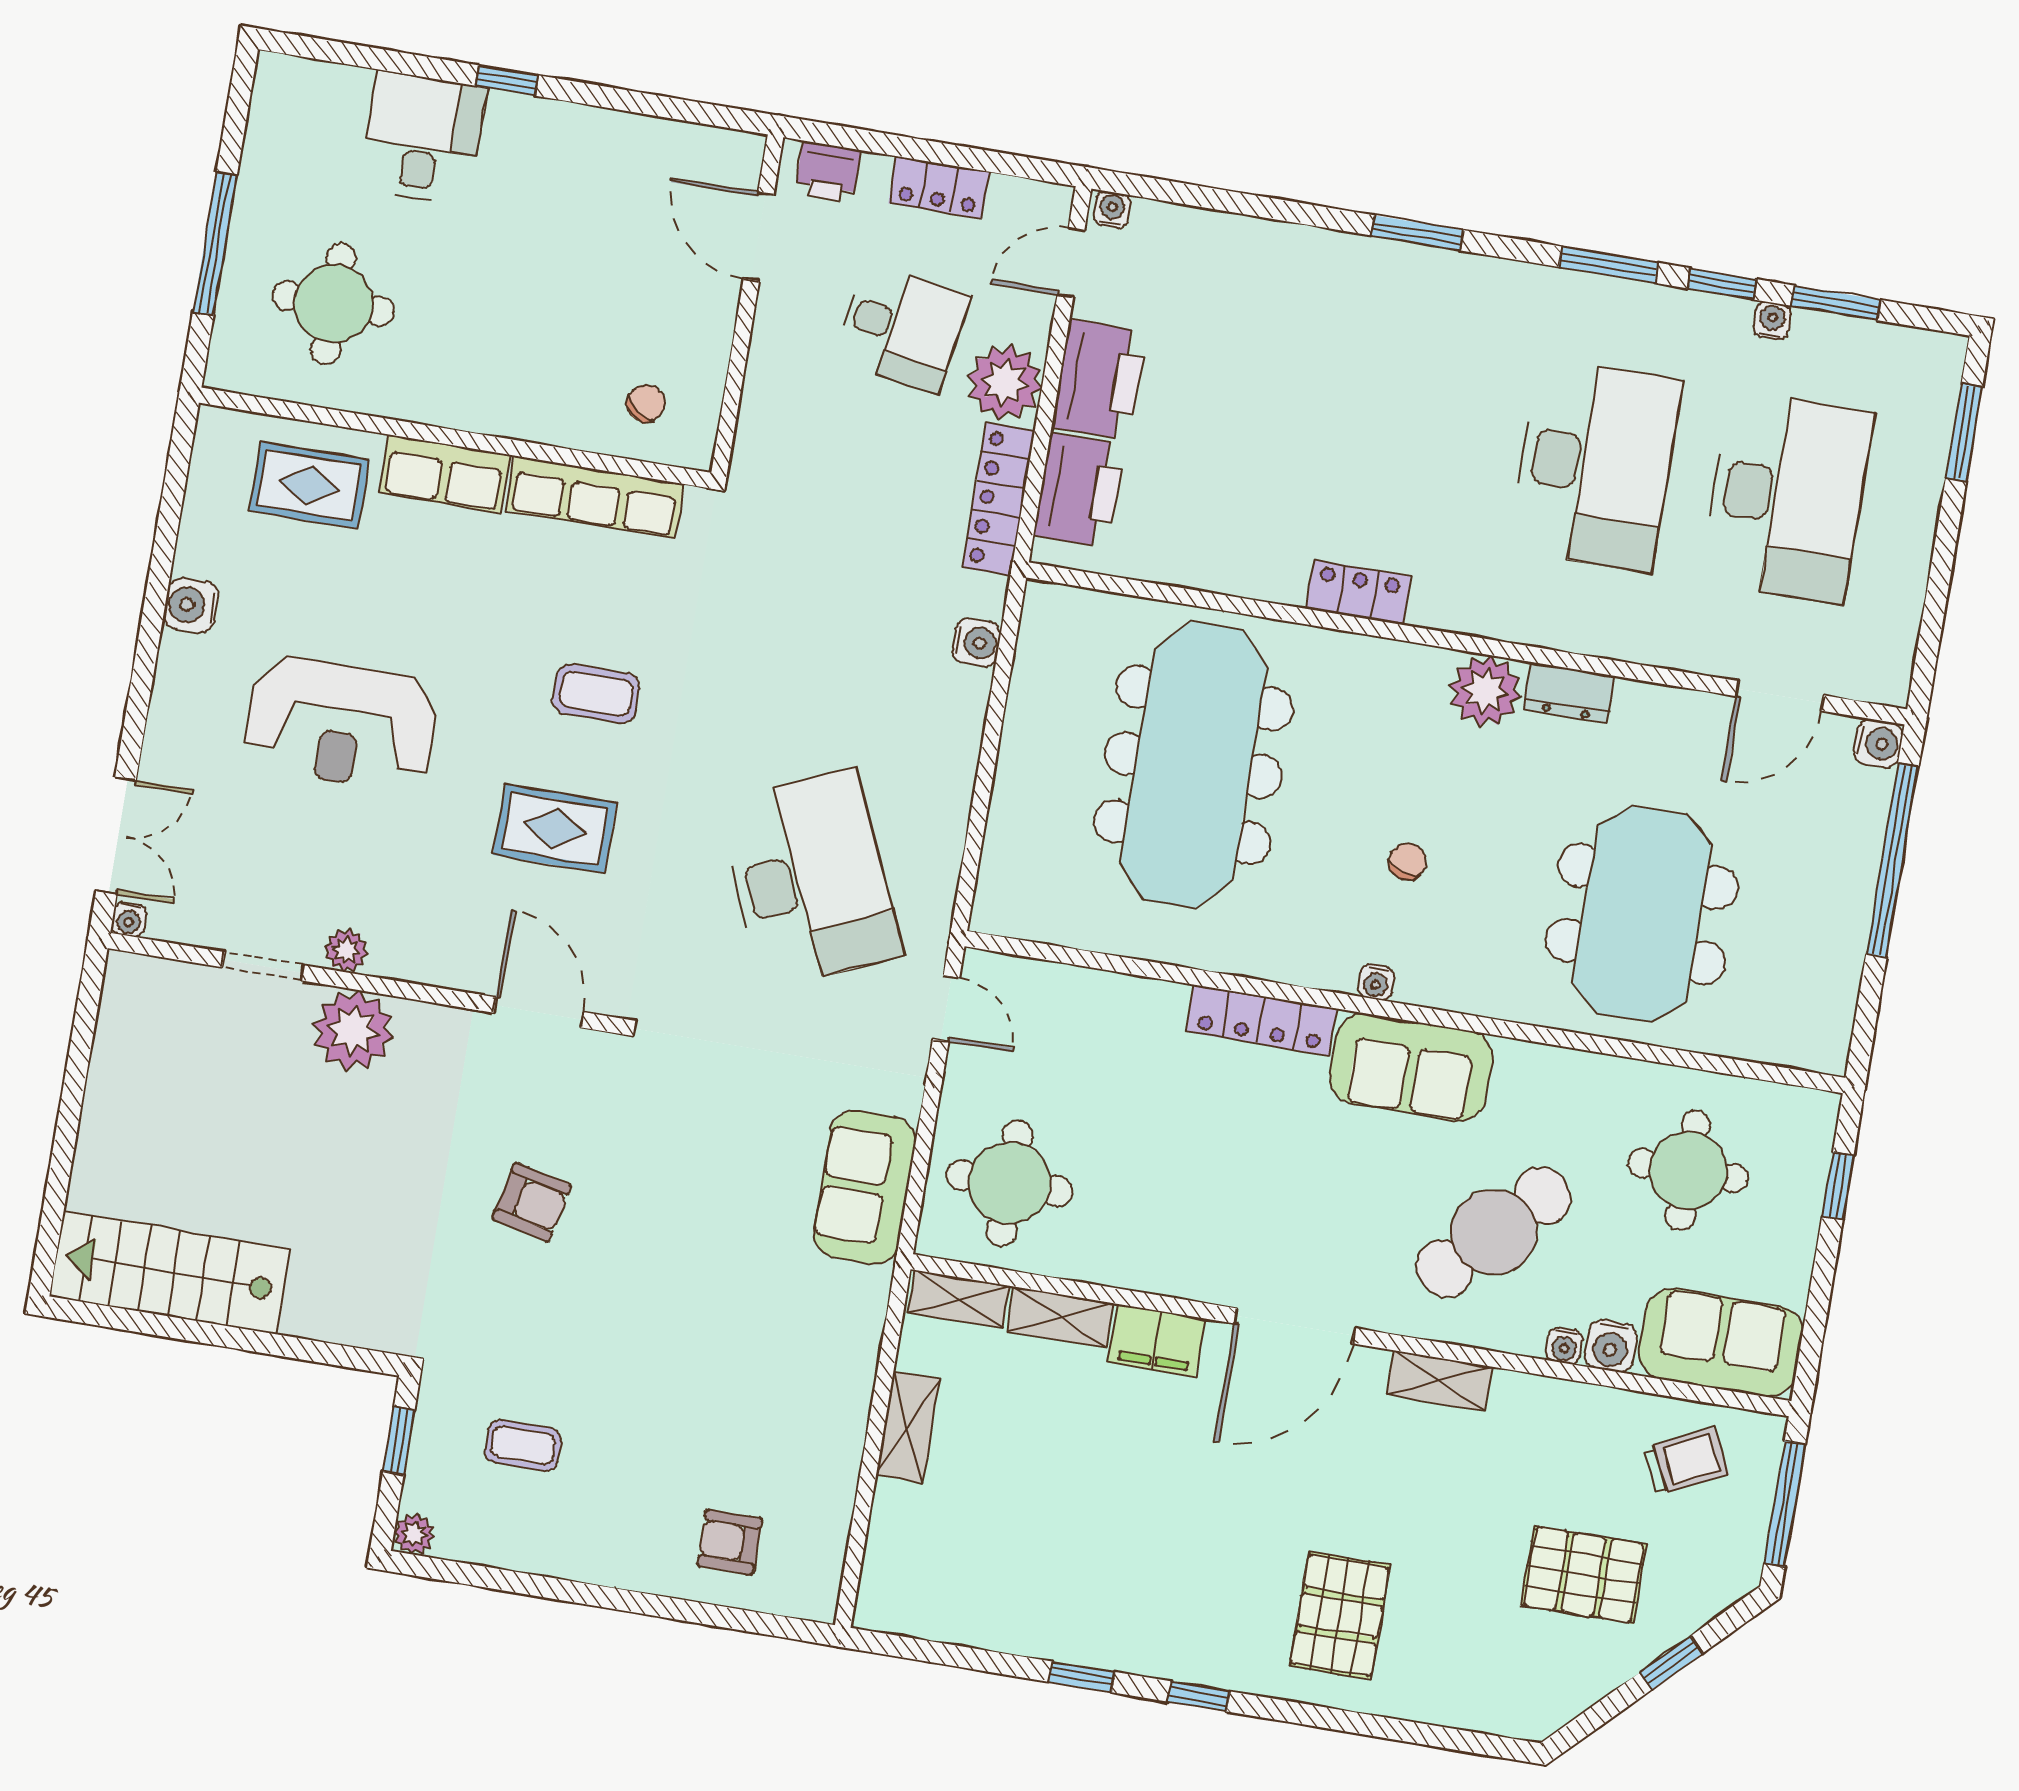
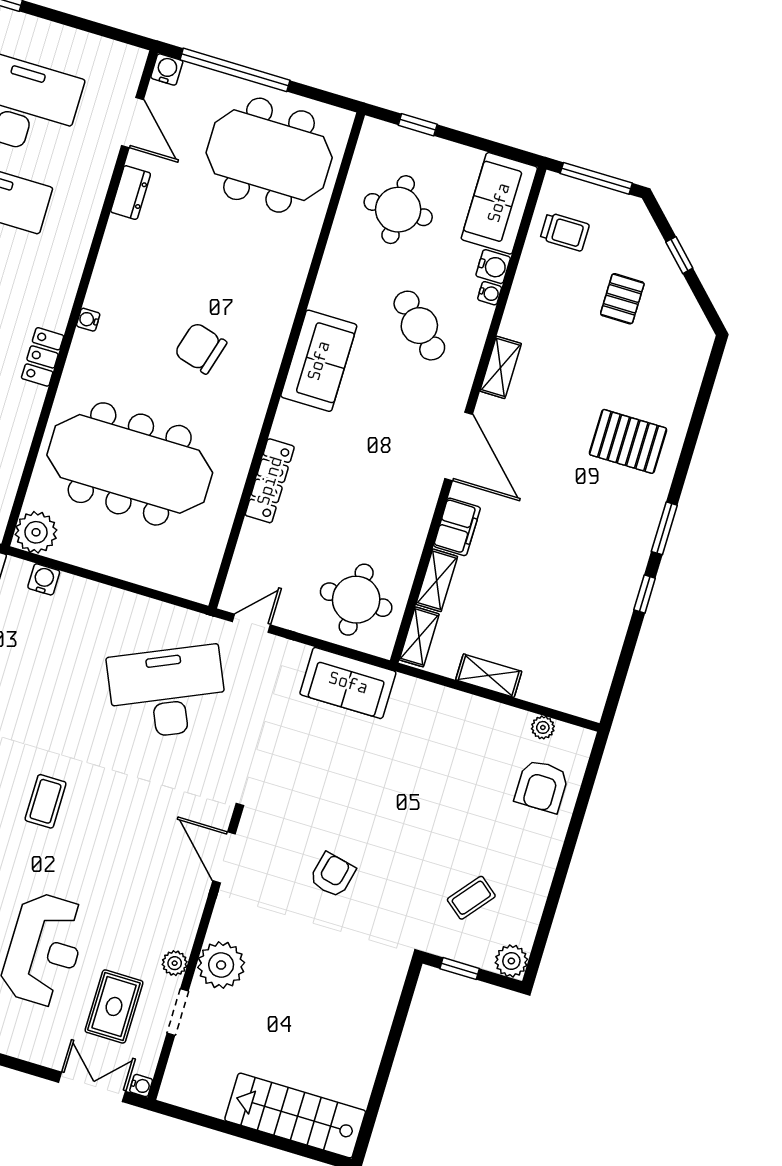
plant: (1485, 691) -> (36, 532), moved
dresser: (1569, 693) -> (131, 193), moved
rug: (555, 829) -> (114, 1006), moved
chair: (1407, 861) -> (201, 348), width x1.87, depth x1.87
meeting table: (1642, 914) -> (269, 155), moved
water cooler: (1376, 982) -> (88, 320), moved, turned 180
door: (538, 1012) -> (224, 857), hinge flipped
locker: (1261, 1020) -> (270, 481), moved
cafe table: (1494, 1232) -> (419, 326), width x0.73, depth x0.74
stairs: (170, 1273) -> (295, 1116), moved, turned 90
coffee table: (523, 1445) -> (471, 898), turned 39
trolley: (1686, 1461) -> (565, 232), turned 116
plant: (831, 1531) -> (543, 727), added
plant: (414, 1534) -> (511, 961), width x1.38, depth x1.38
armchair: (730, 1542) -> (542, 786), width x1.38, depth x1.38
pallet: (1584, 1575) -> (622, 299), width x0.67, depth x0.71
window: (1199, 1696) -> (664, 528), width x1.50

